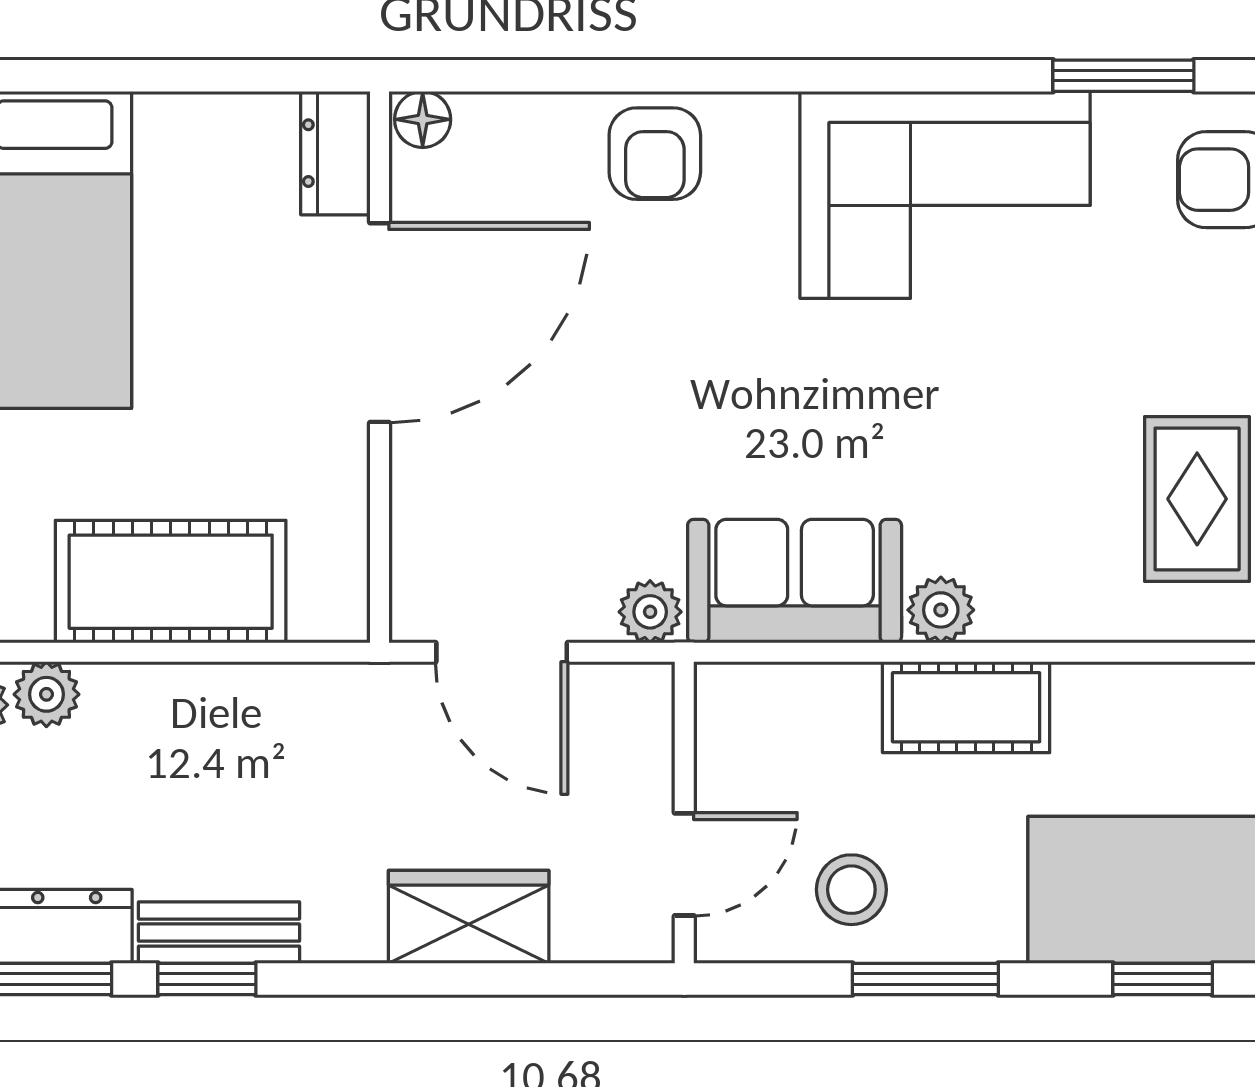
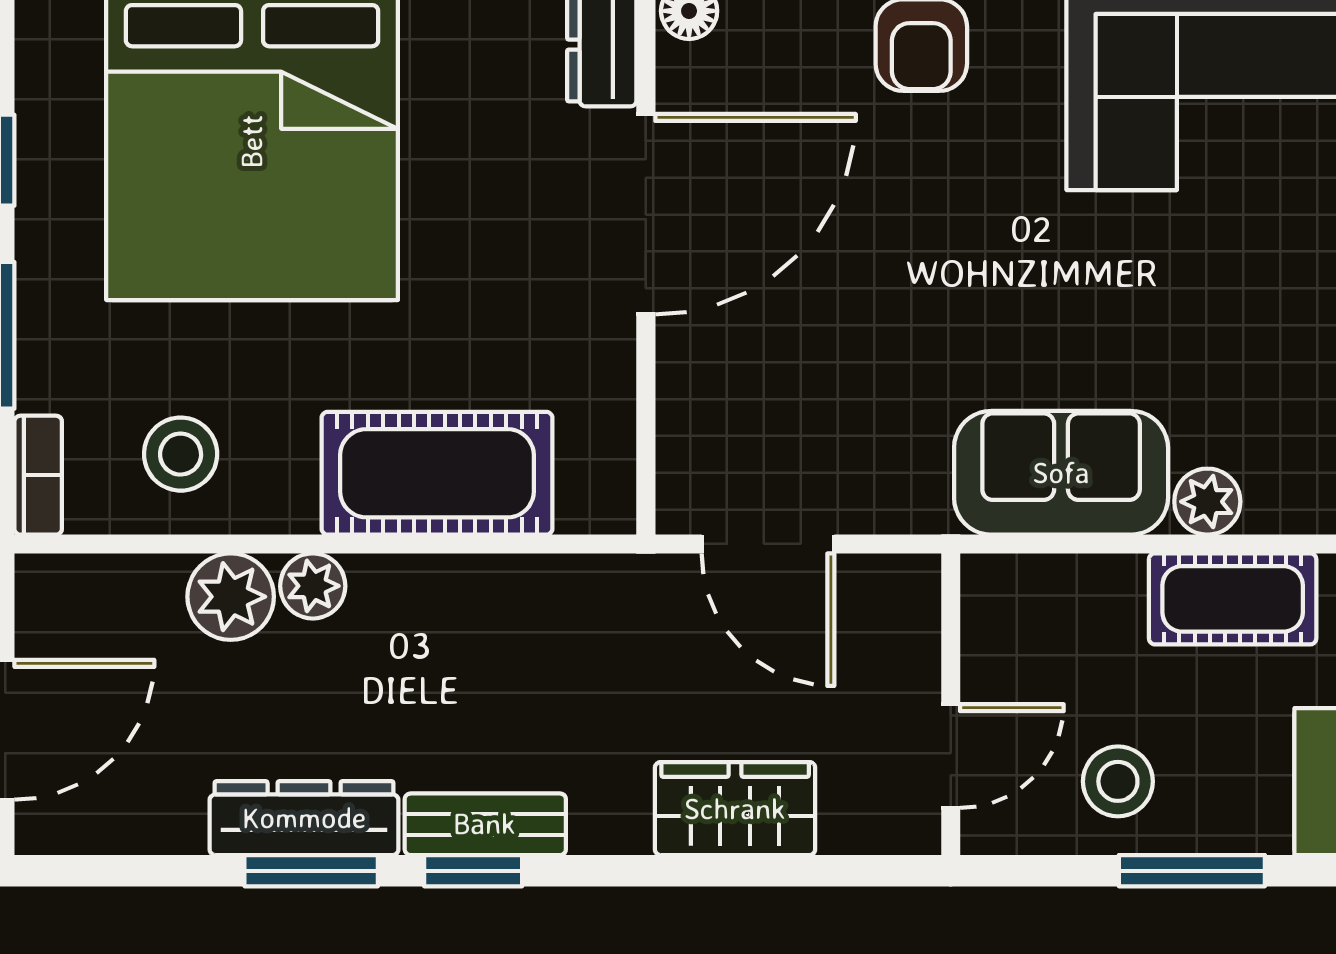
plant: (650, 612) -> (917, 503), removed

